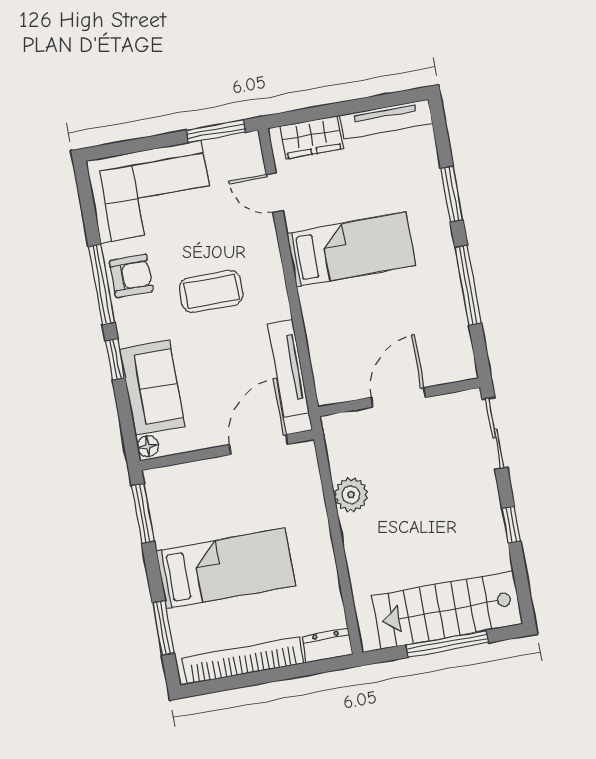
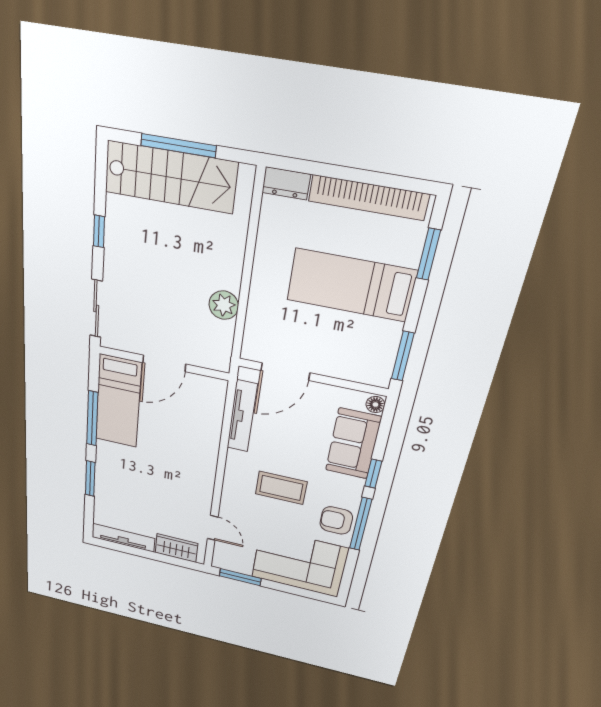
bed: (351, 249) -> (118, 402), moved, turned -90

